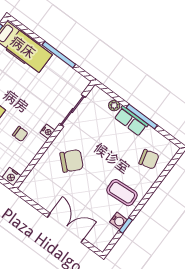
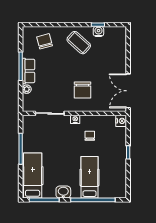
chair: (72, 161) -> (82, 90), turned -133
coffee table: (122, 193) -> (79, 43), turned -44
double door: (66, 228) -> (128, 91), moved

